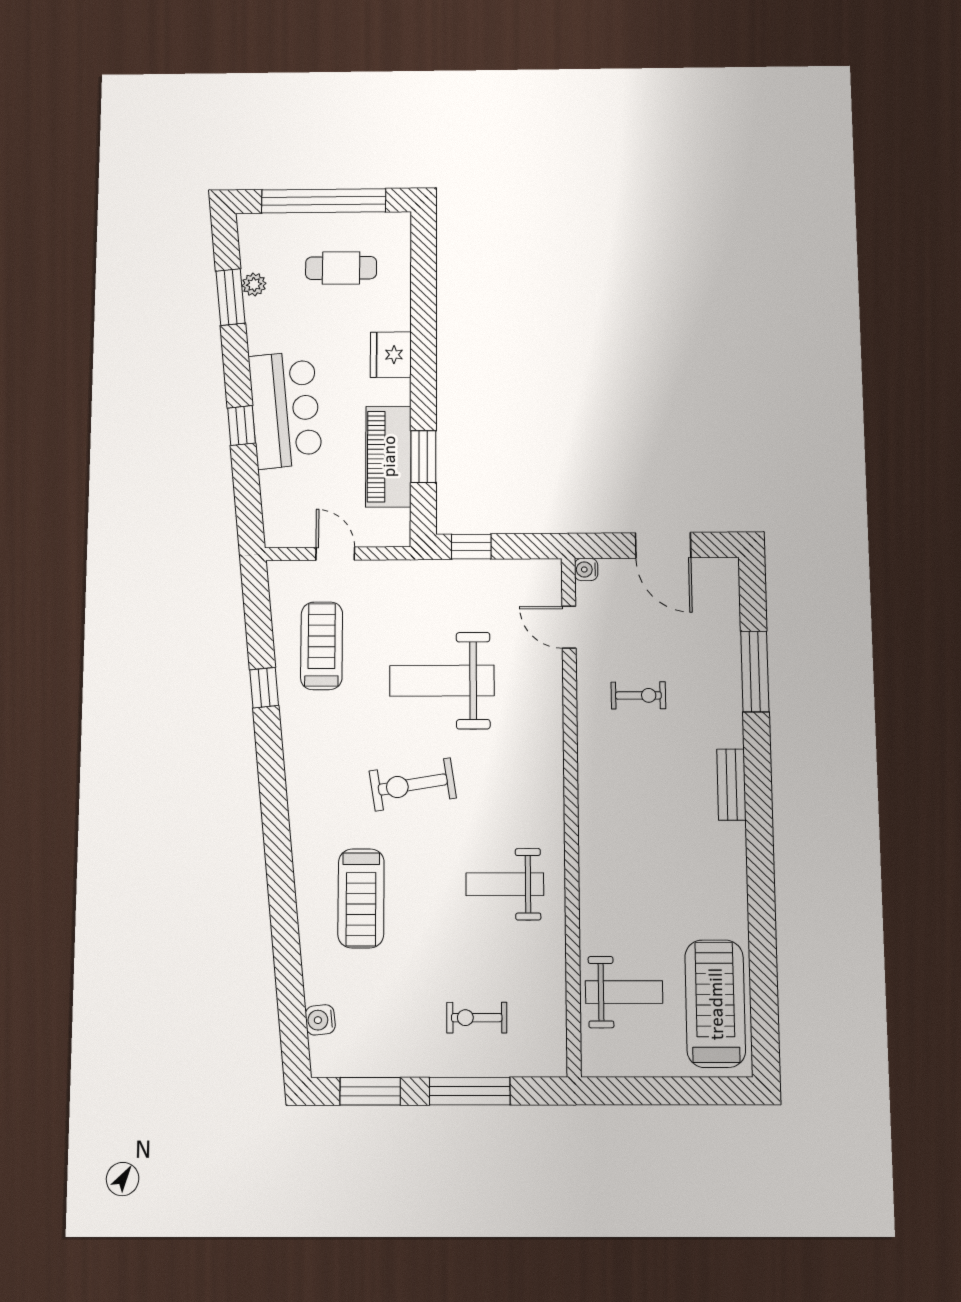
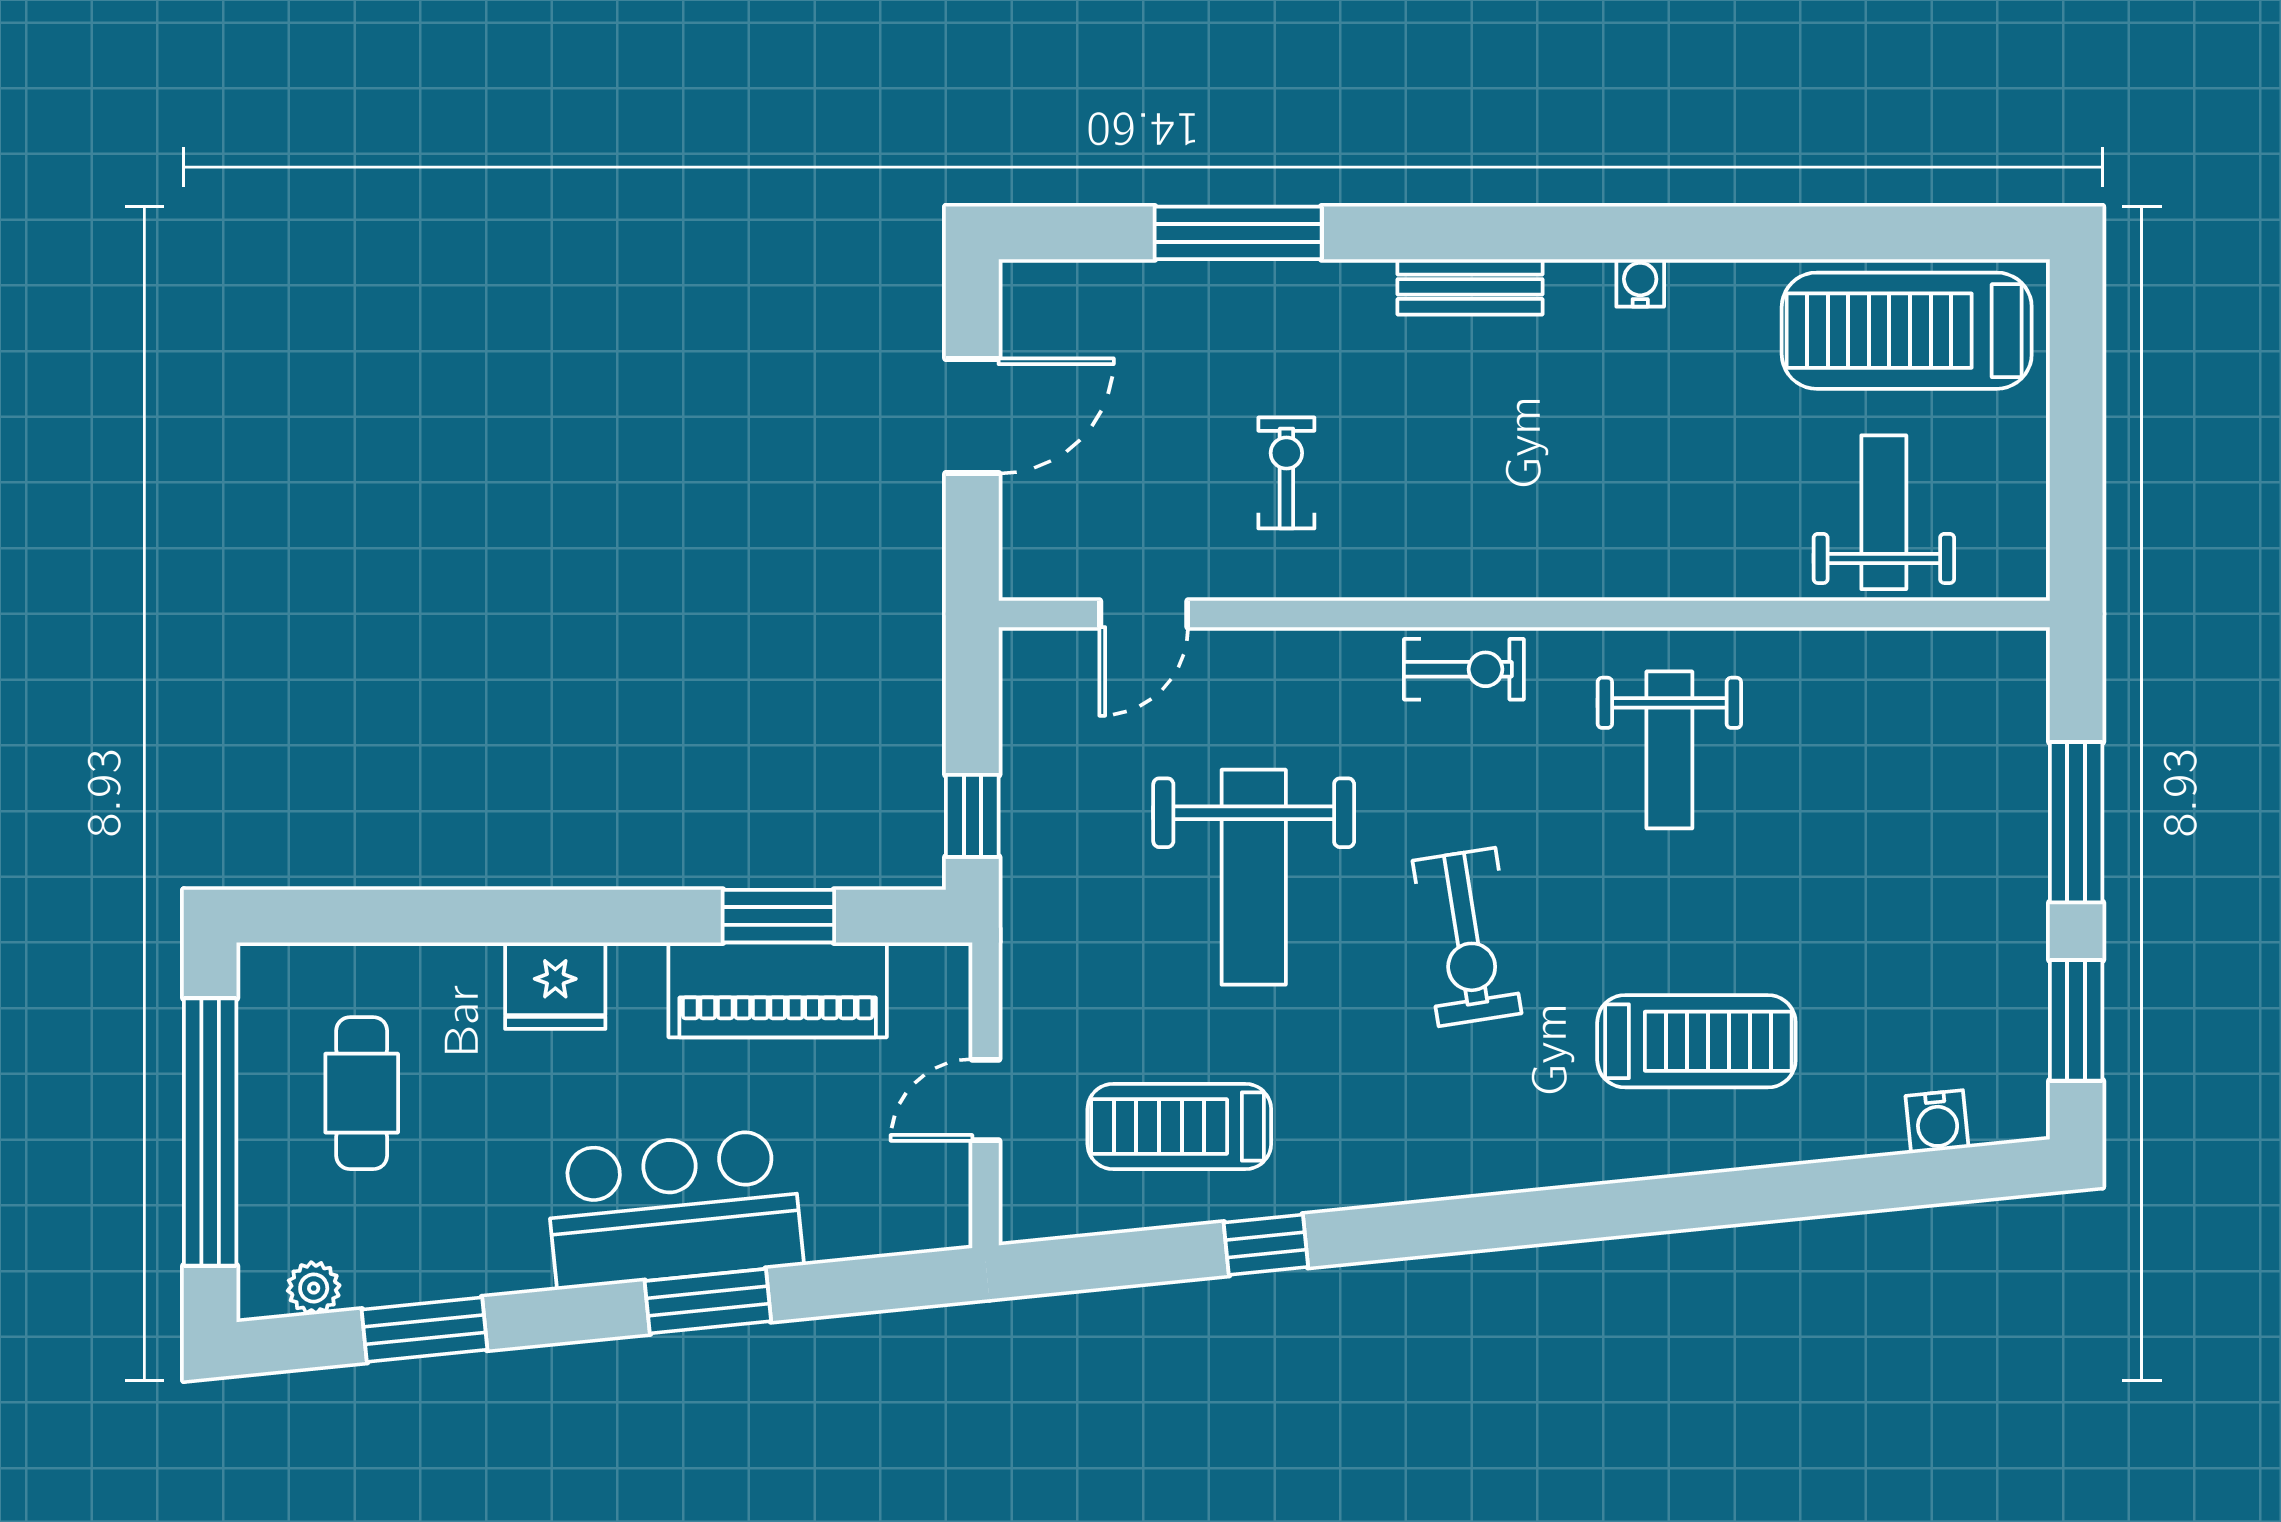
plant: (254, 284) -> (314, 1288), moved
window: (242, 426) -> (708, 1301), width x1.50
water cooler: (586, 569) -> (1640, 283), moved, turned 180
exercise bike: (477, 1018) -> (1464, 669), moved, turned -90

